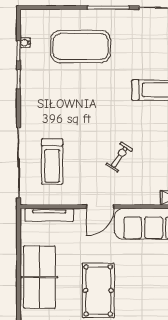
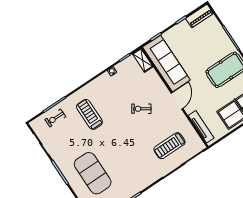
treadmill: (52, 161) -> (169, 146), turned 180
door: (100, 207) -> (177, 101), hinge flipped

